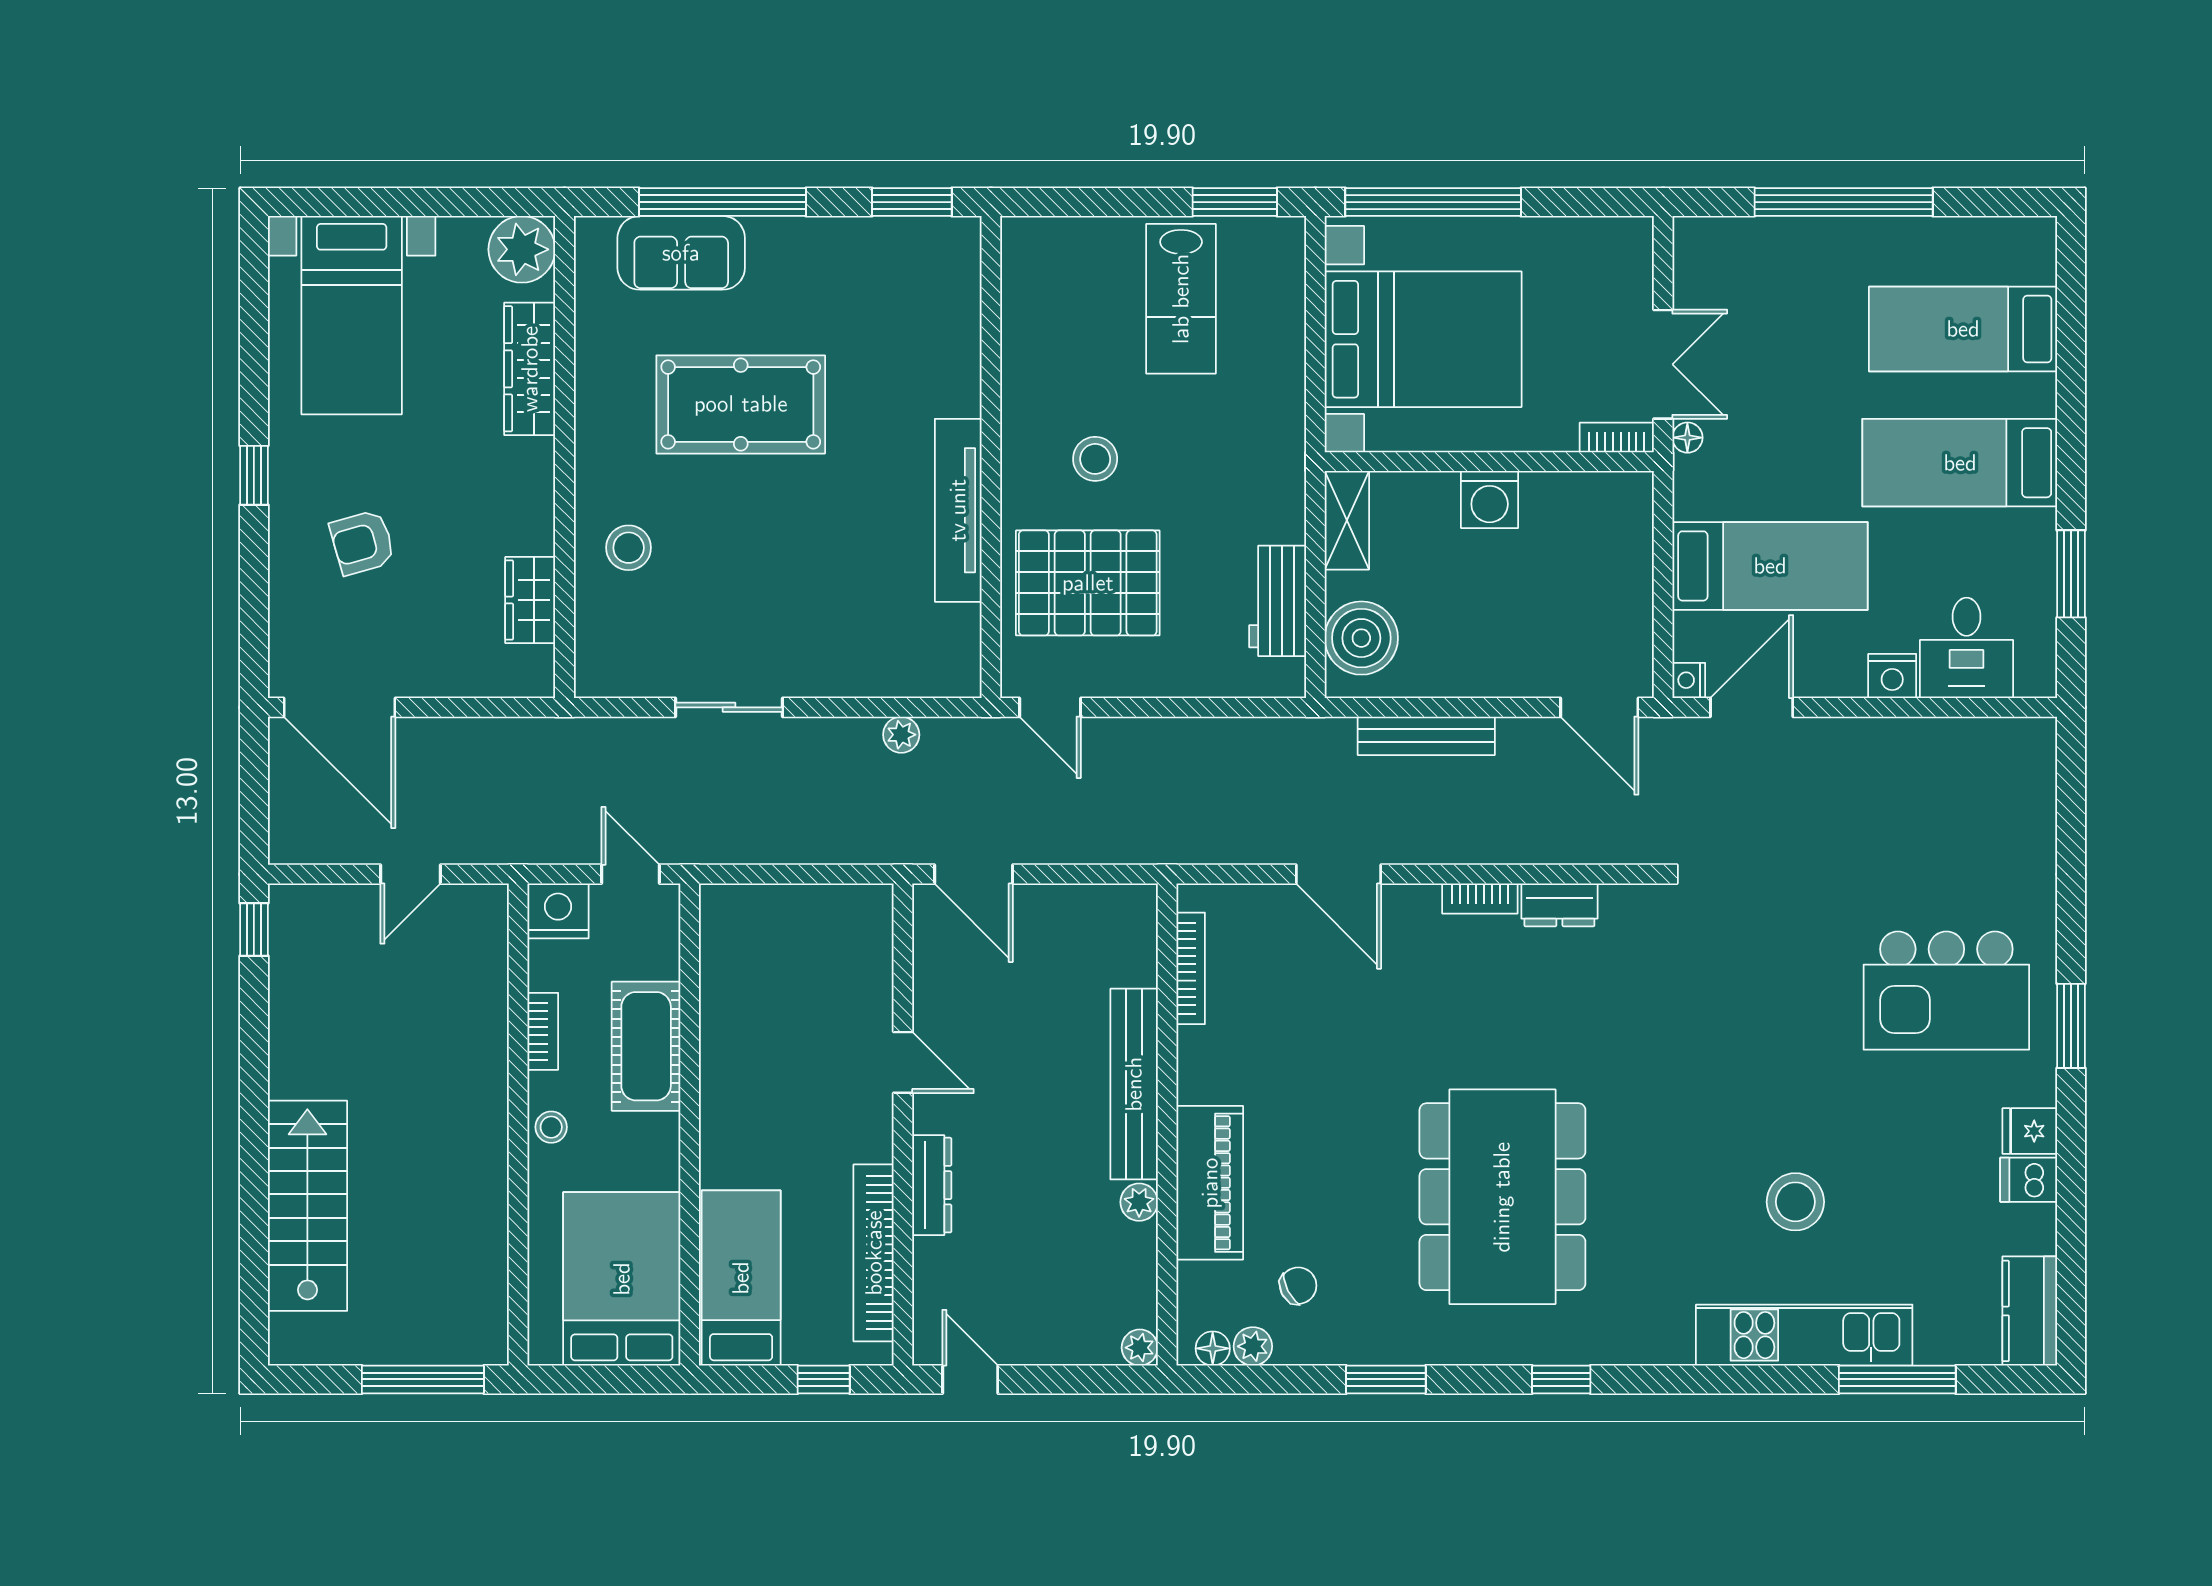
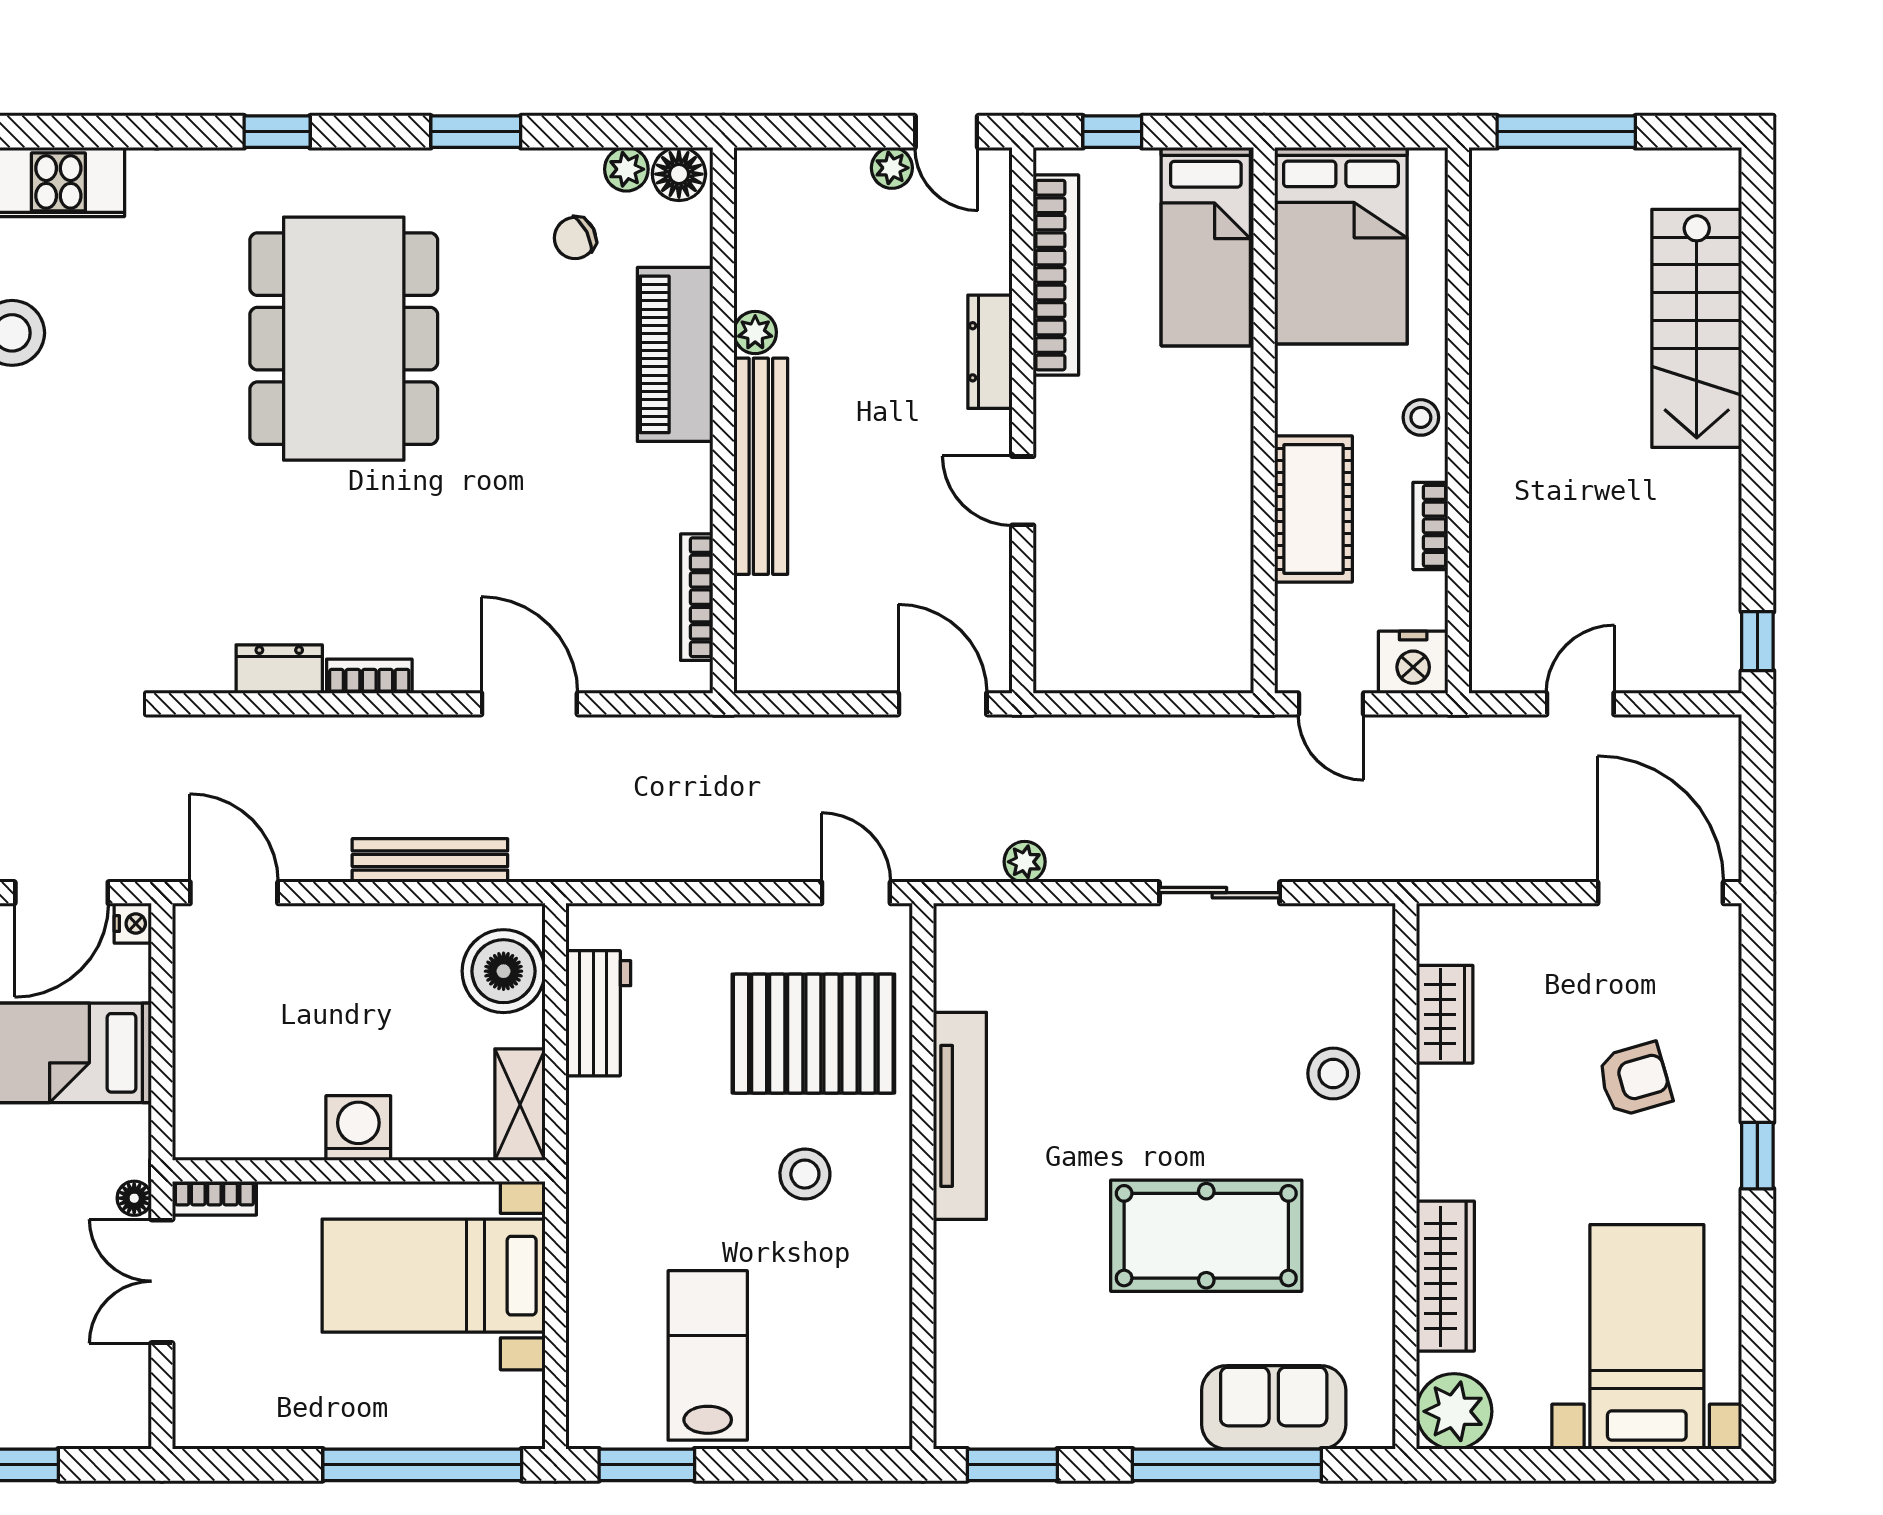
bed with nightstands: (1423, 339) -> (434, 1276), width x0.73
plant: (1140, 1348) -> (892, 168), moved
floor lamp: (1213, 1348) -> (679, 174), width x1.37, depth x1.37

